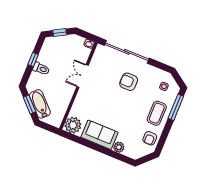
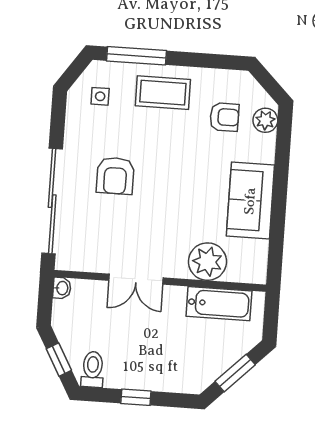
toilet: (41, 69) -> (93, 369), moved
bathtub: (40, 104) -> (219, 304), moved, turned -135
plant: (73, 125) -> (207, 262), moved
armchair: (150, 138) -> (224, 117), moved
plant: (119, 147) -> (265, 120), moved

